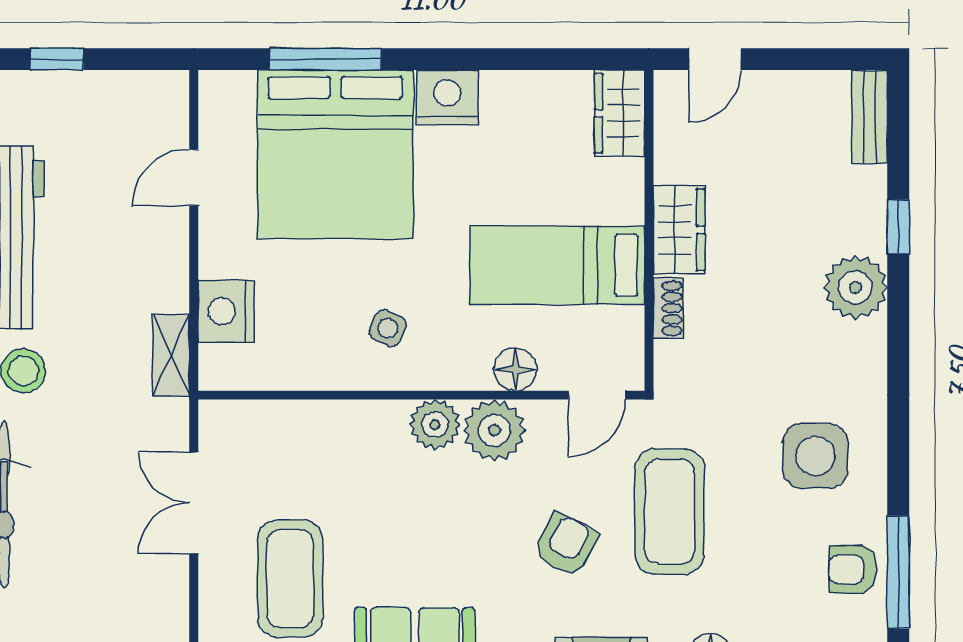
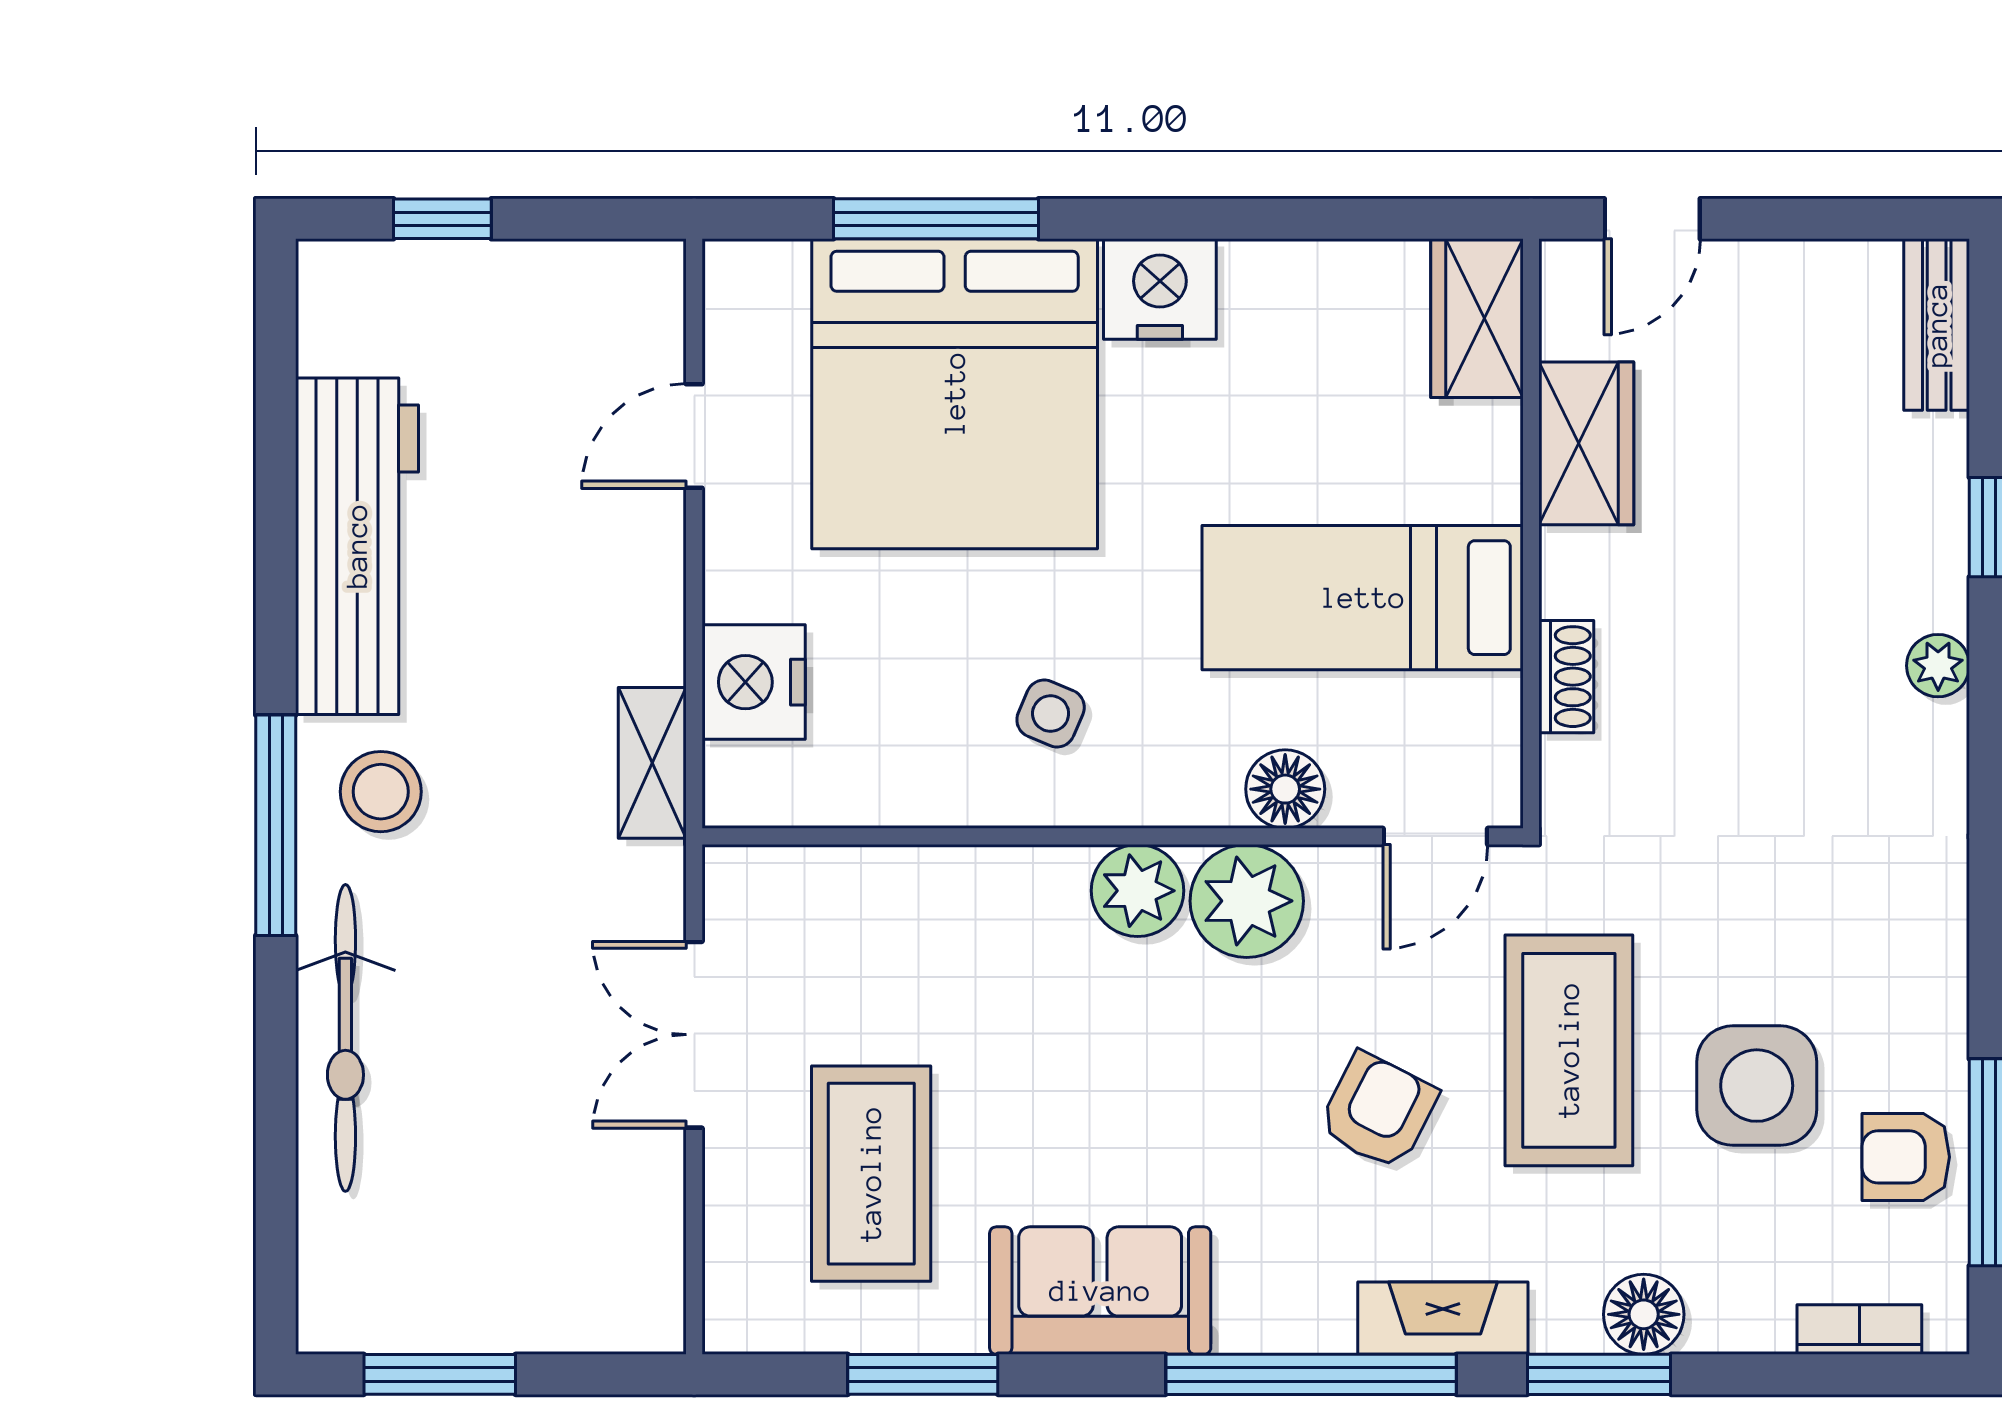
wardrobe: (679, 230) -> (1586, 443), moved
plant: (855, 287) -> (1938, 666), width x0.53, depth x0.53
side table: (815, 456) -> (1757, 1086), moved

